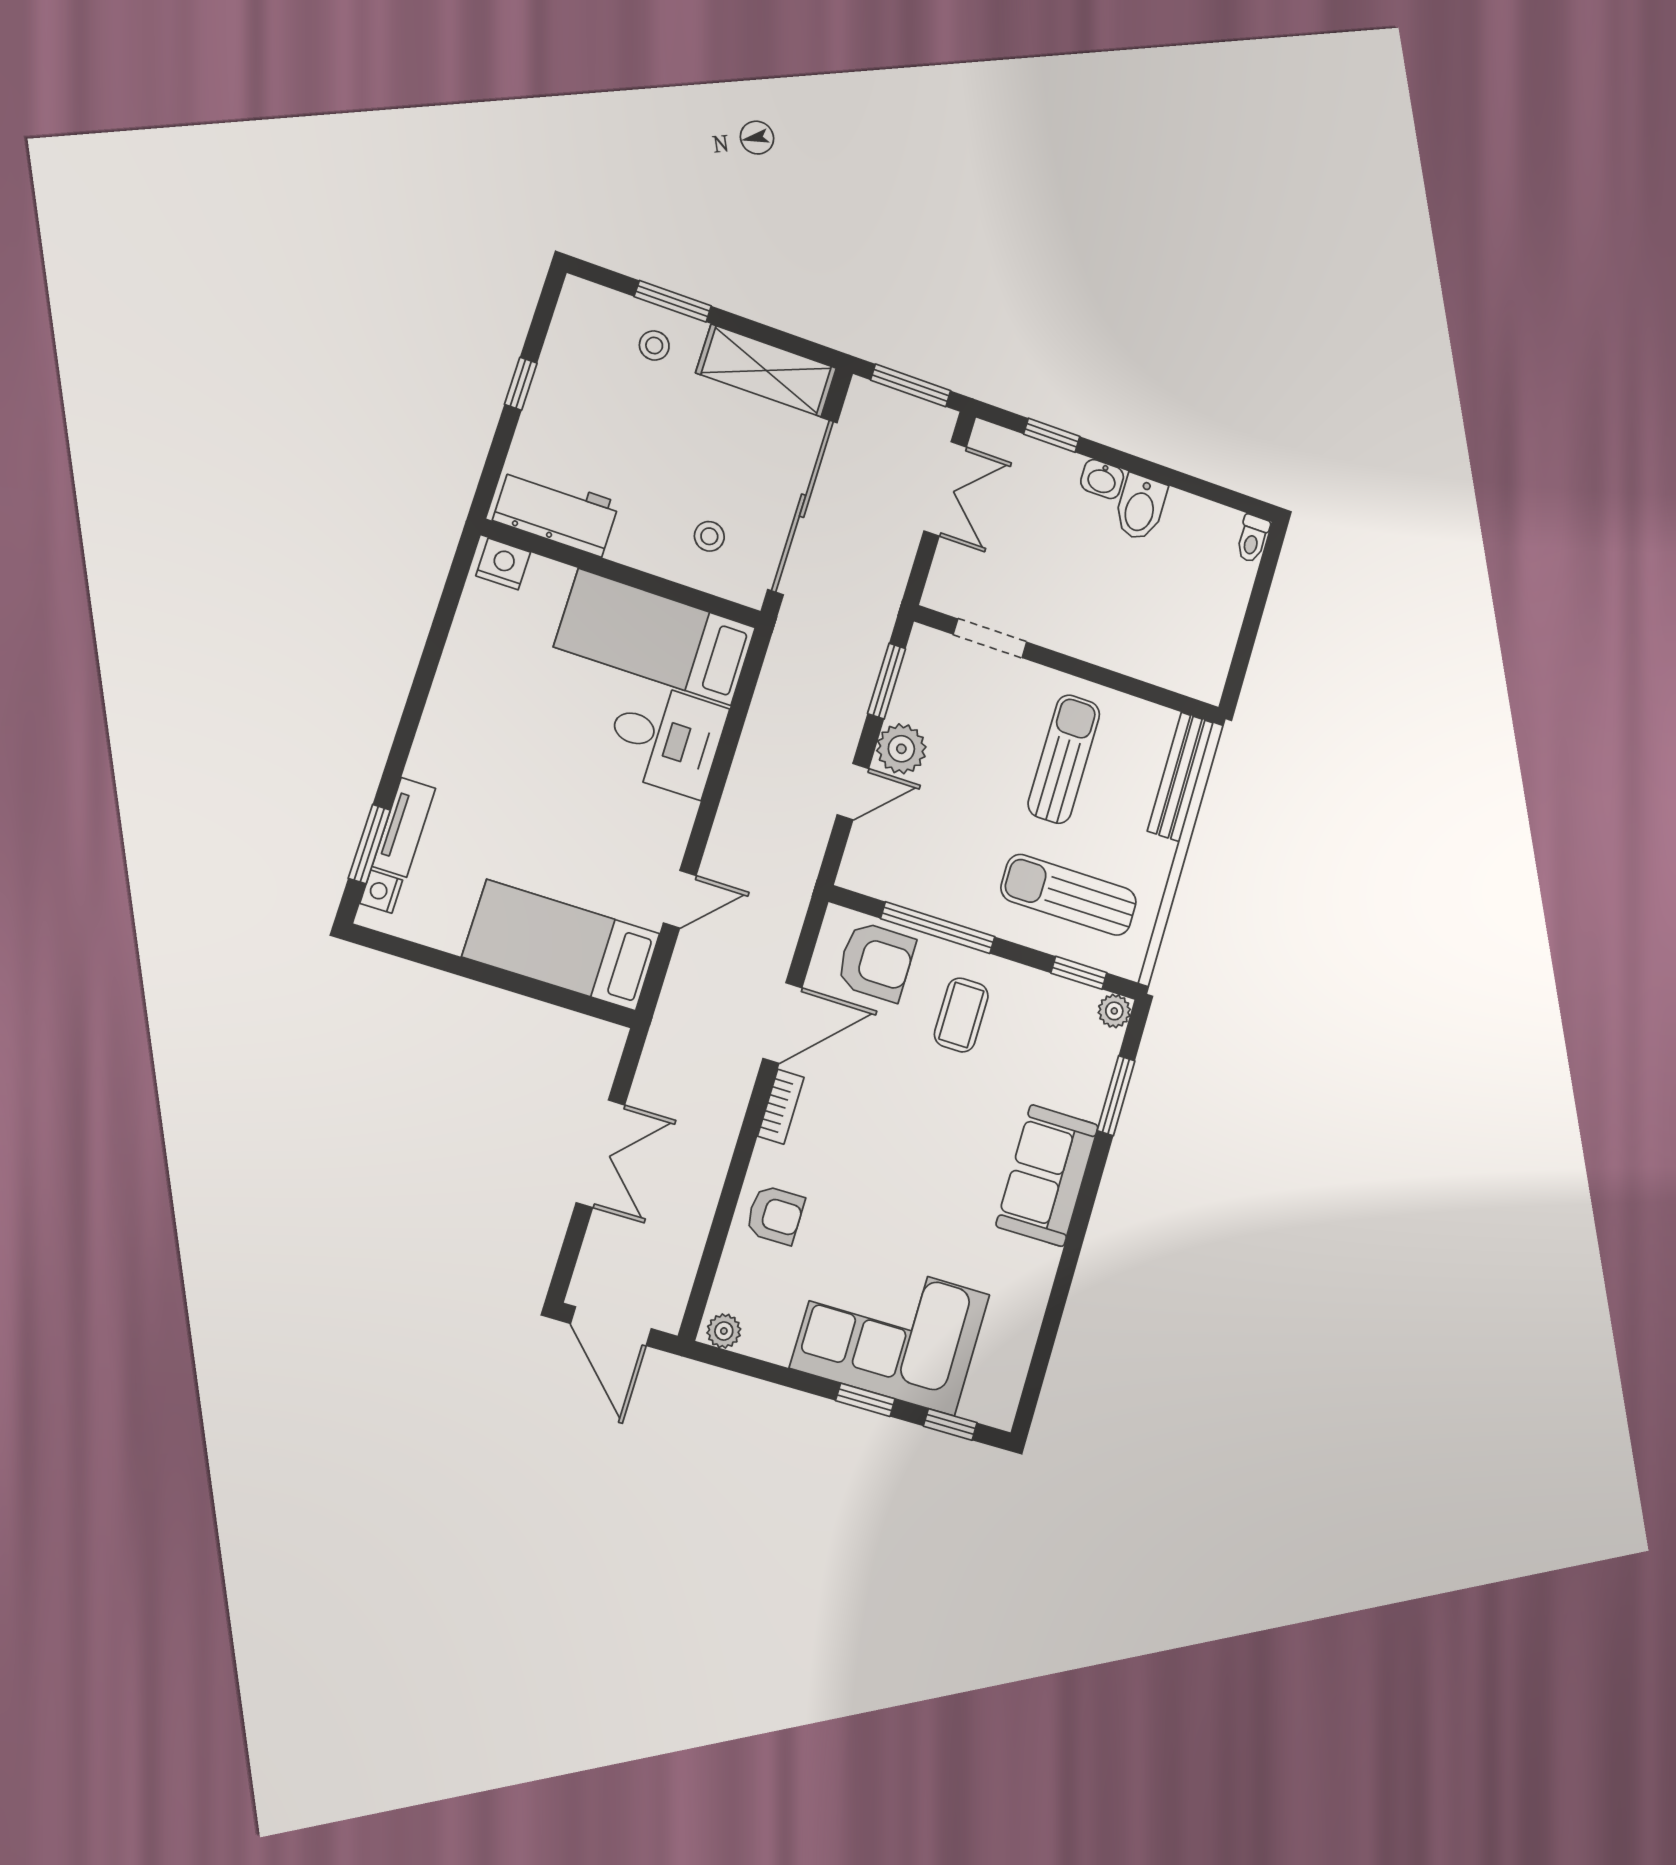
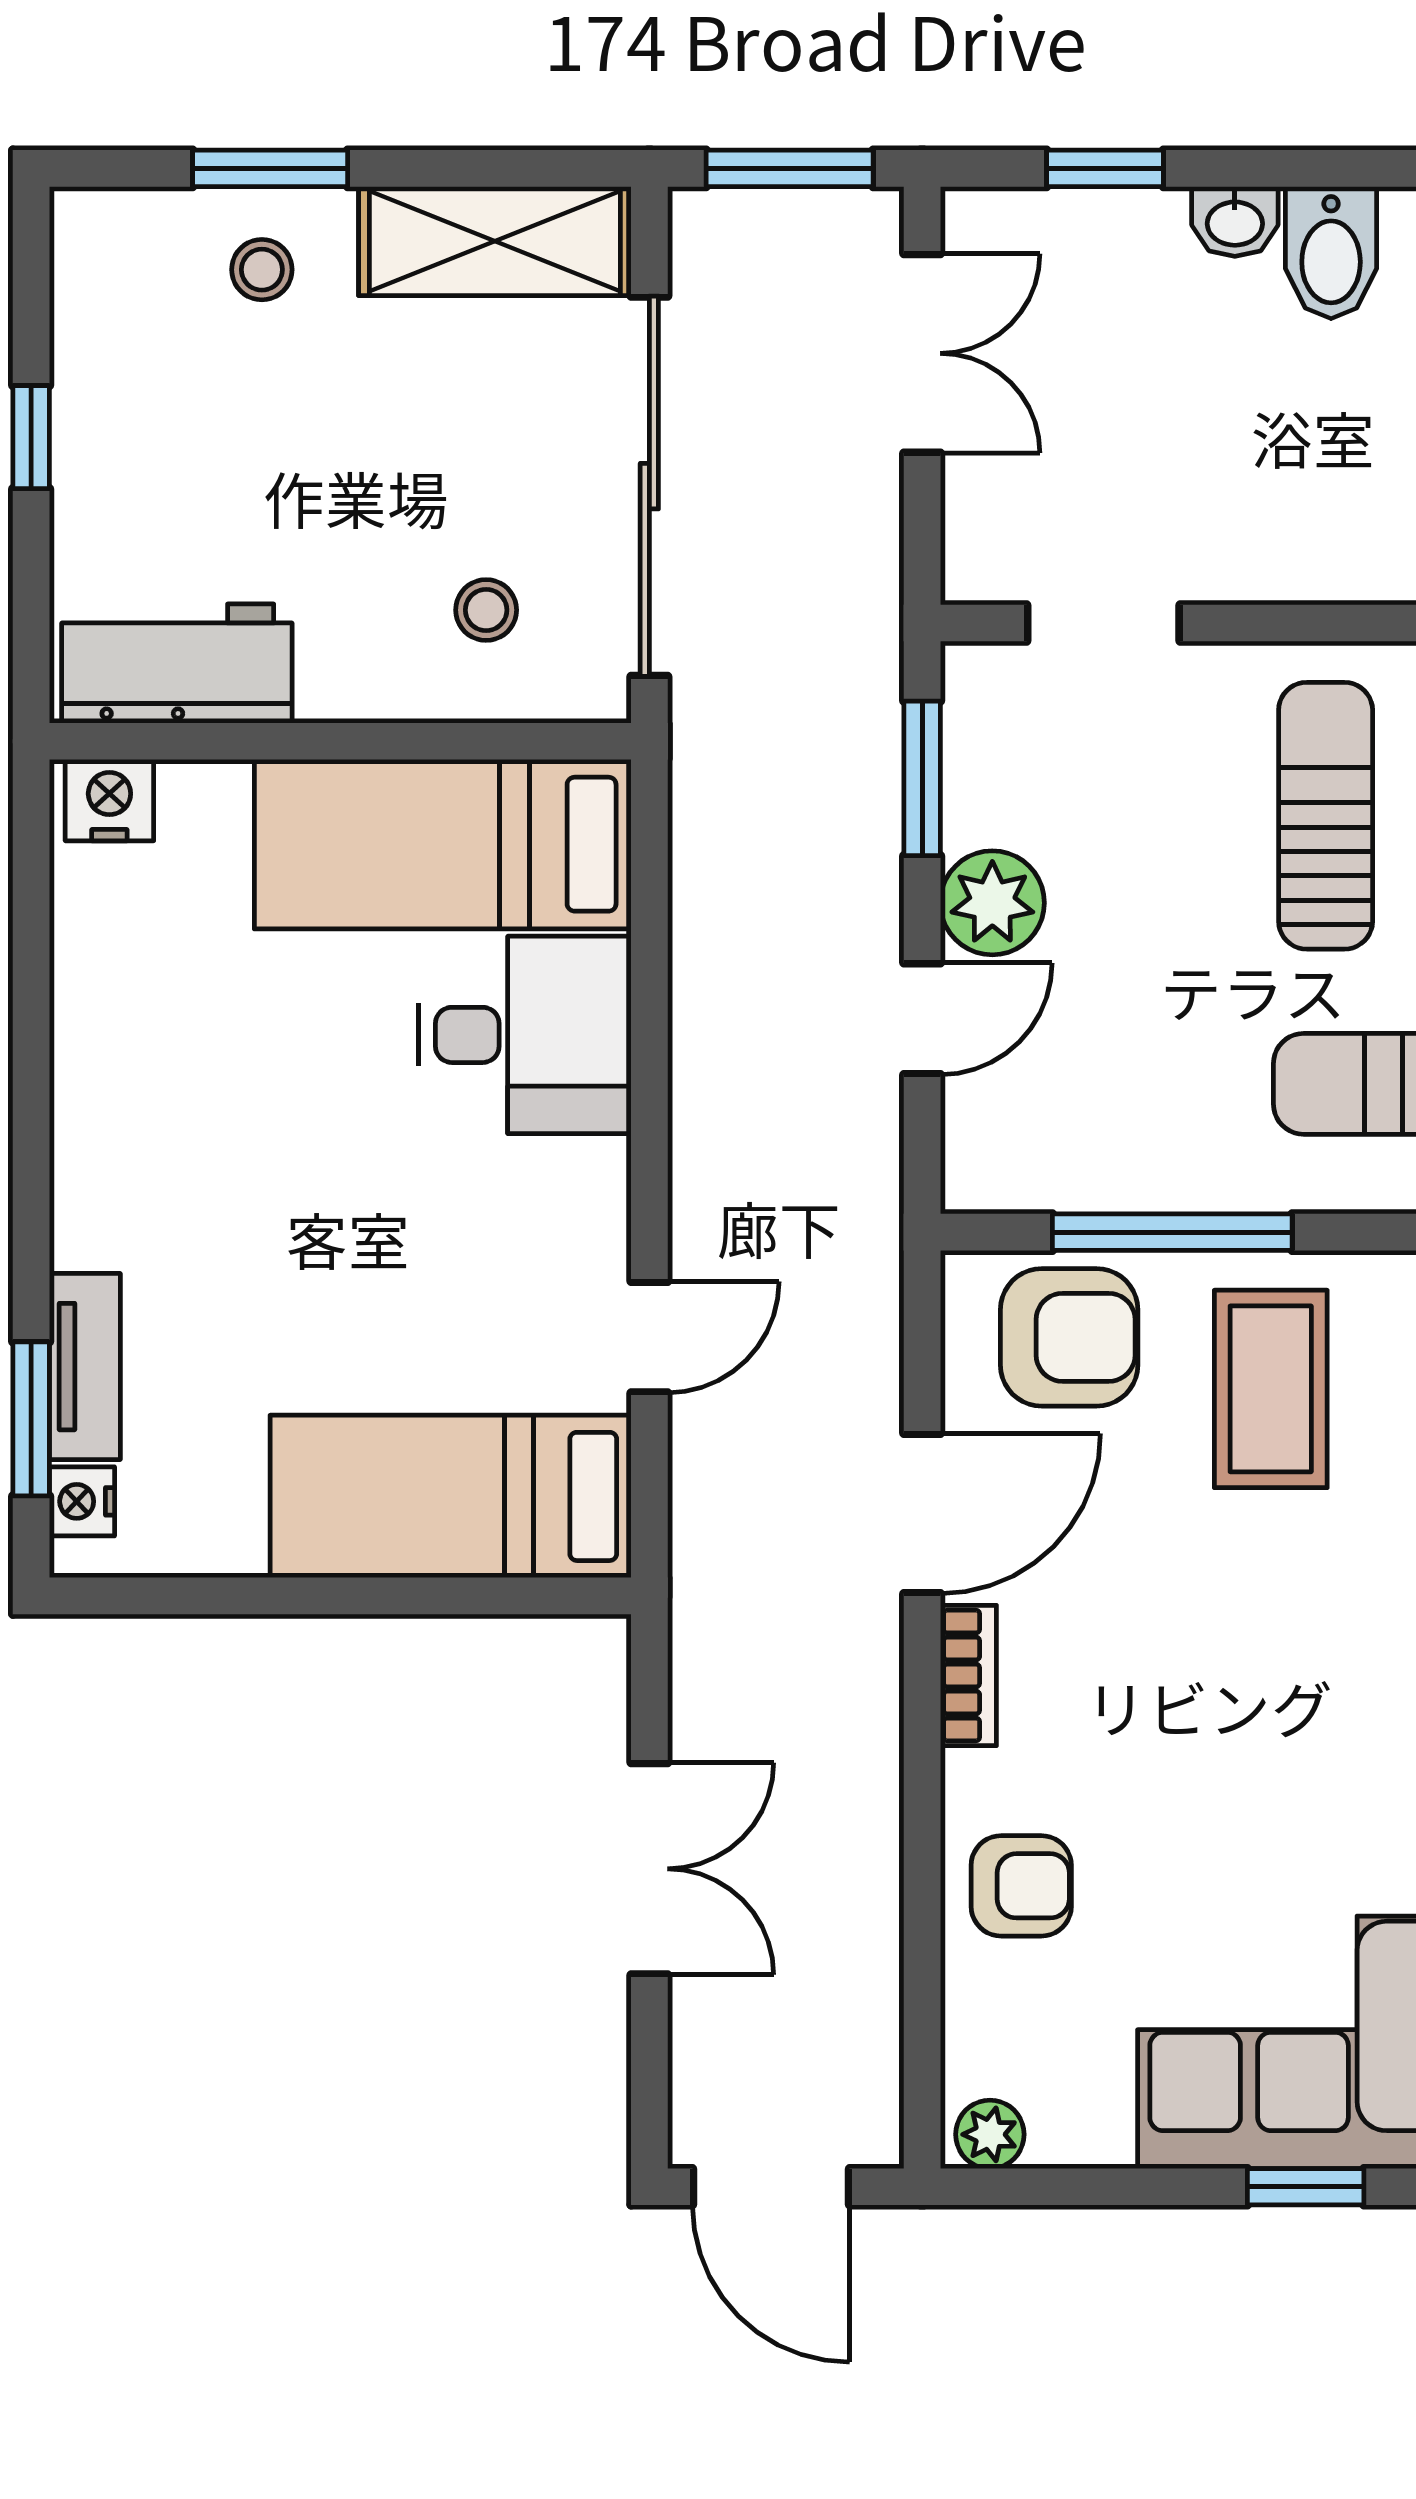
coffee table: (961, 1015) -> (1271, 1389), width x1.36, depth x1.30

